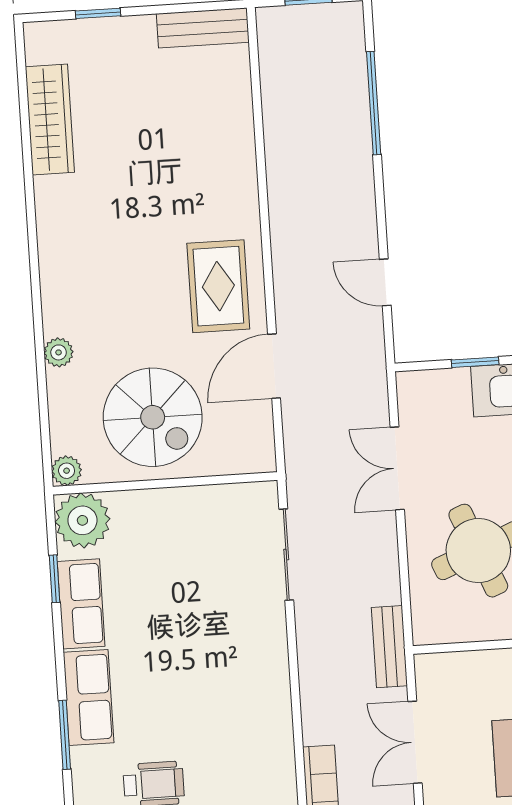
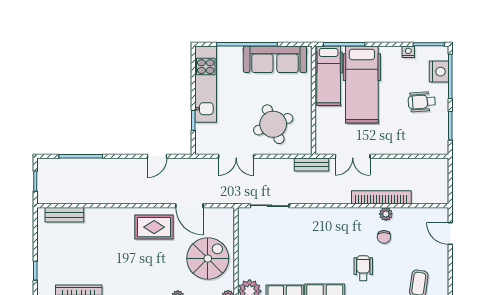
bench: (203, 28) -> (64, 215), moved, turned 90

